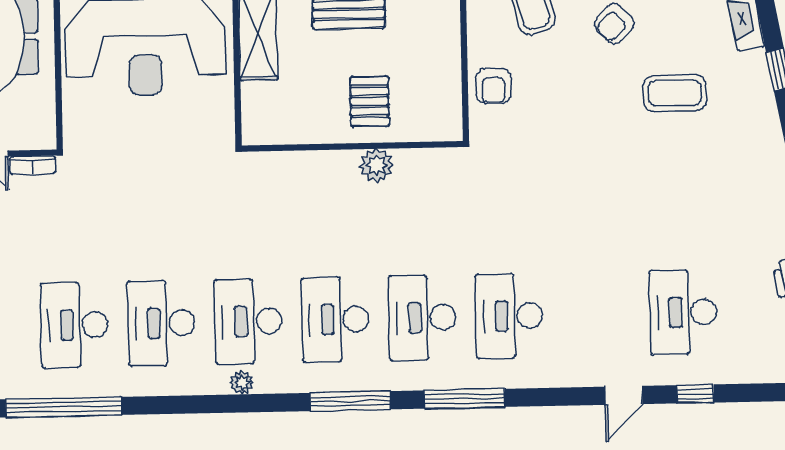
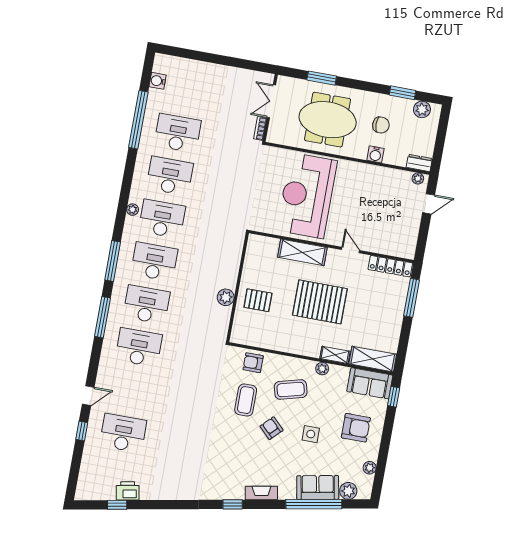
coffee table: (675, 93) -> (246, 400), moved
door: (624, 395) -> (88, 396), swing flipped

